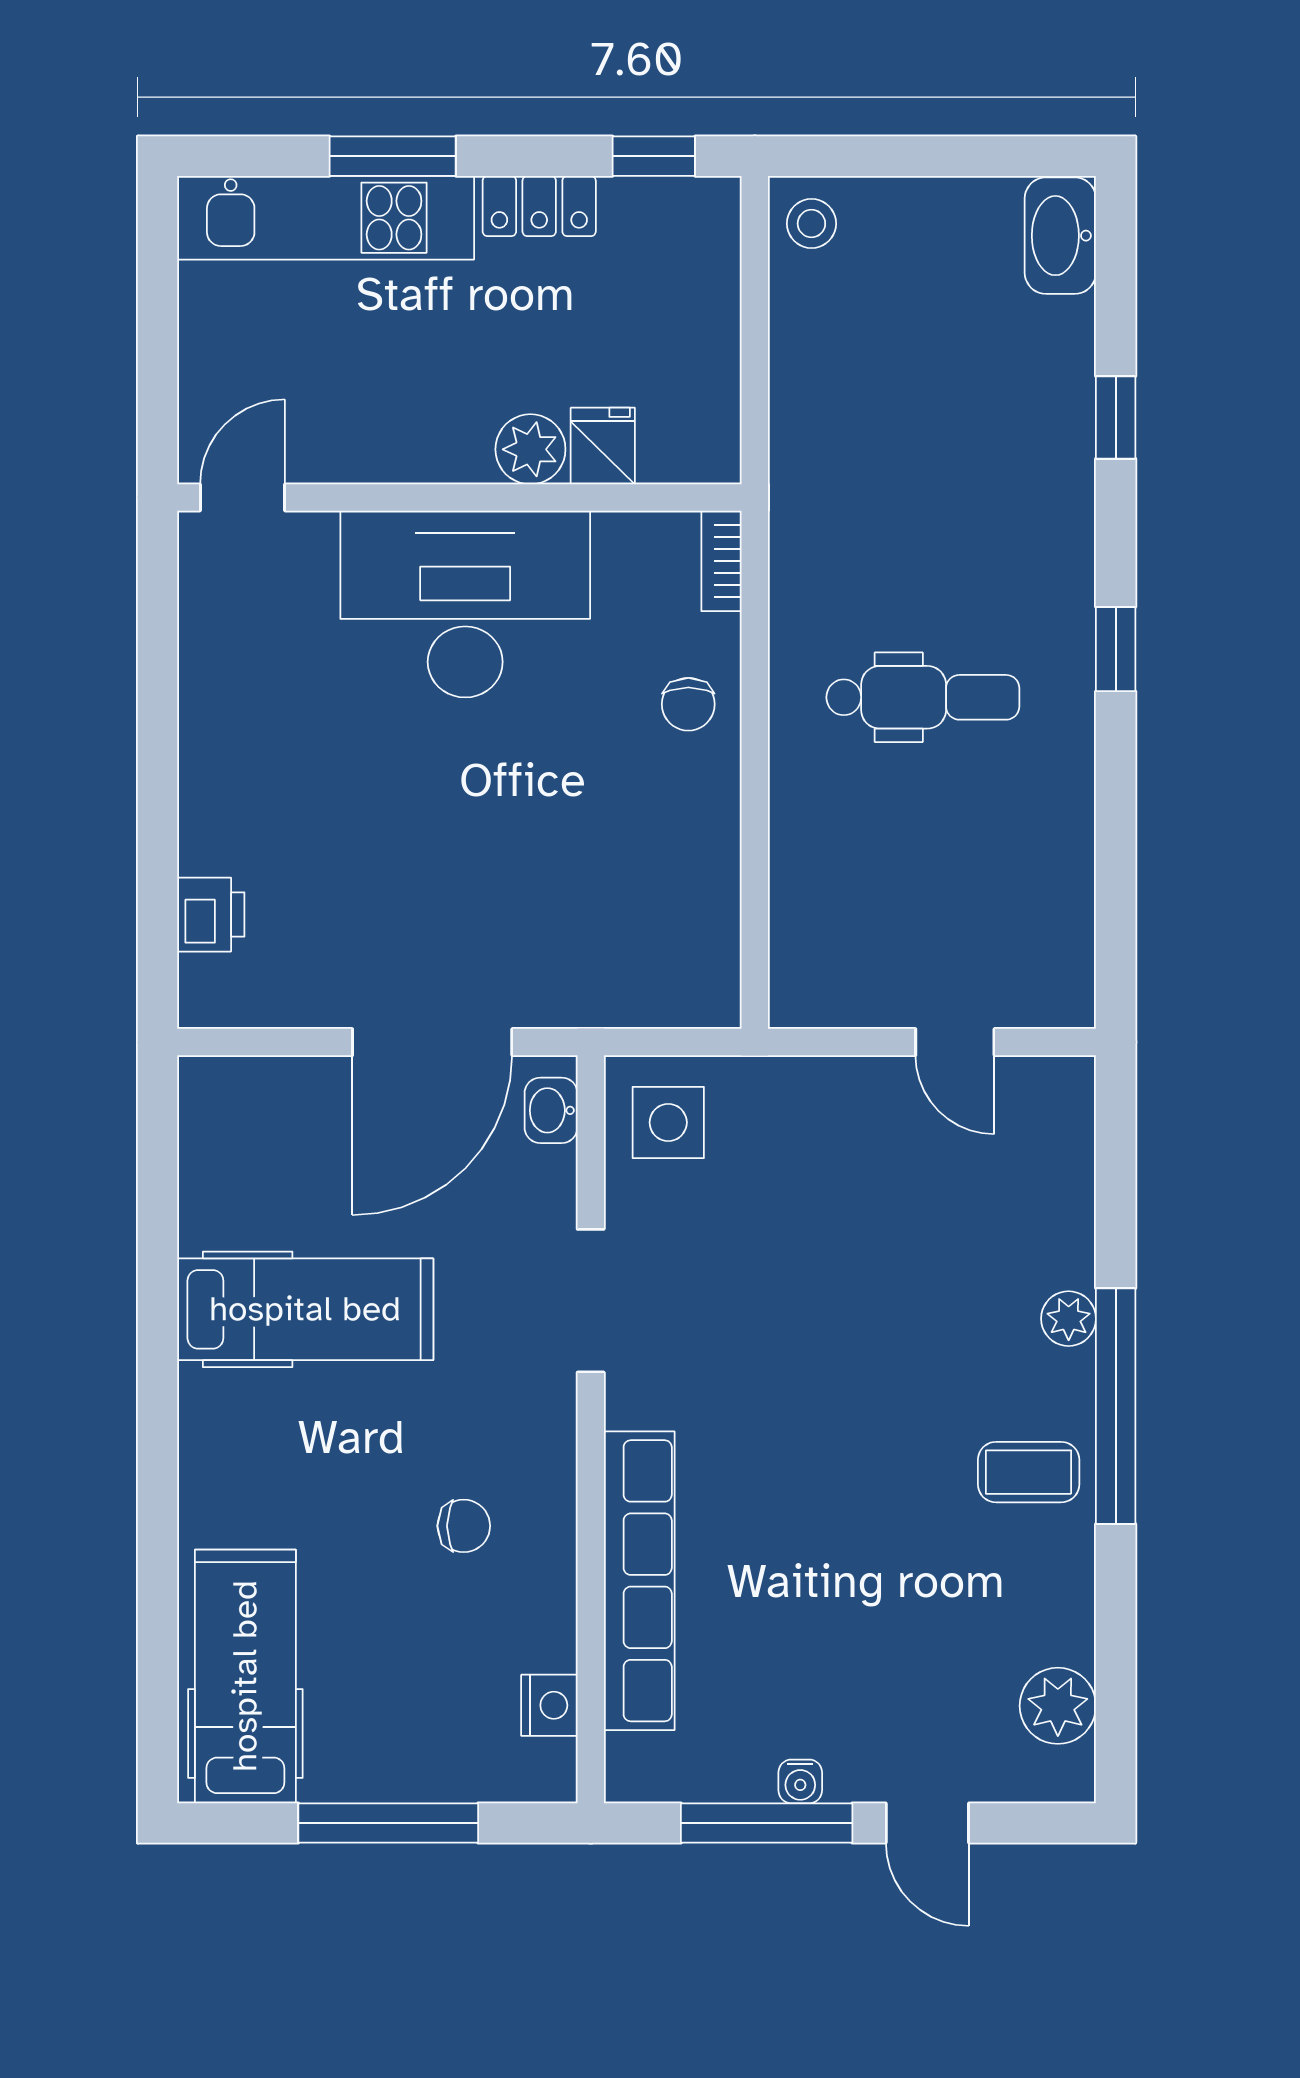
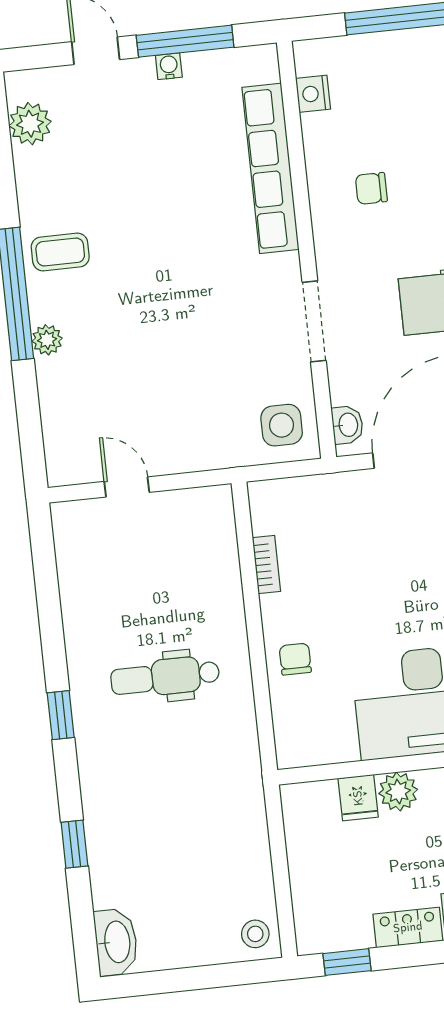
bookcase: (721, 561) -> (266, 565), moved

